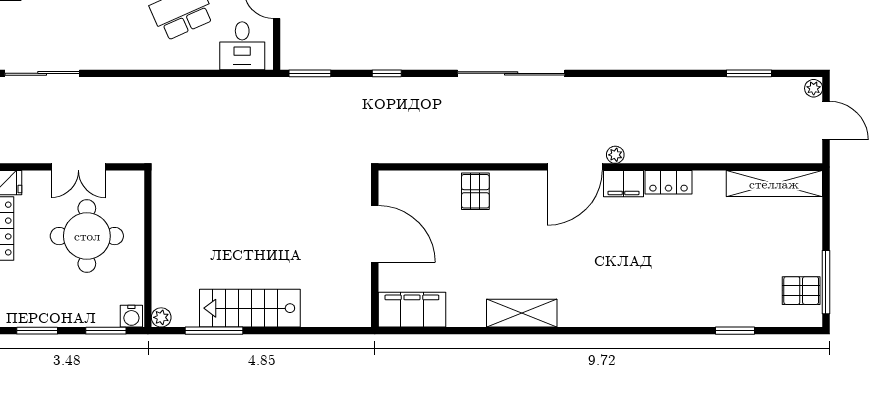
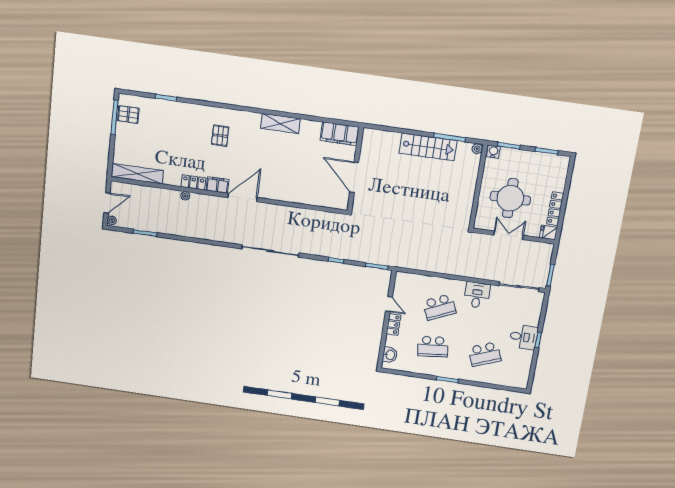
desk: (242, 46) -> (477, 295), moved
door: (826, 121) -> (107, 203), swing flipped
plant: (615, 155) -> (185, 196), moved
pallet: (475, 191) -> (220, 136), moved

